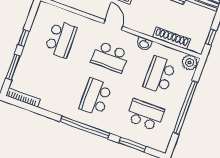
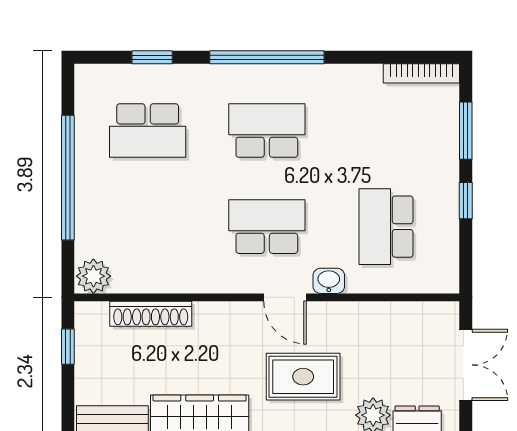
washbasin: (144, 44) -> (329, 281), moved
school desk: (160, 75) -> (148, 227), removed
school desk: (96, 97) -> (267, 131), turned -90
window: (132, 145) -> (152, 57), width x0.67

